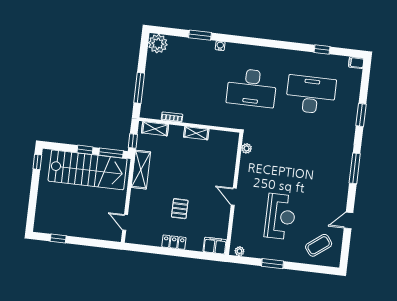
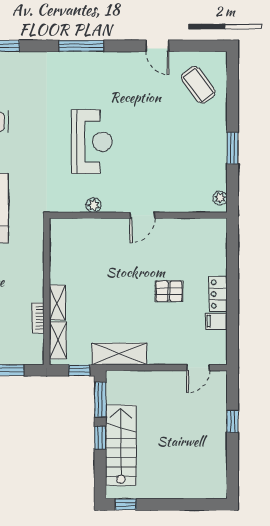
shelving: (196, 133) -> (57, 303), moved
plant: (247, 148) -> (94, 205), moved
stairs: (88, 170) -> (121, 445), width x0.73, depth x0.66
reception desk: (280, 217) -> (92, 142), moved, turned 90
window: (58, 238) -> (232, 421), moved
filing cabinet: (215, 246) -> (216, 321), moved, width x0.50

